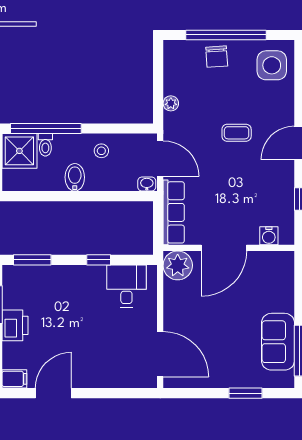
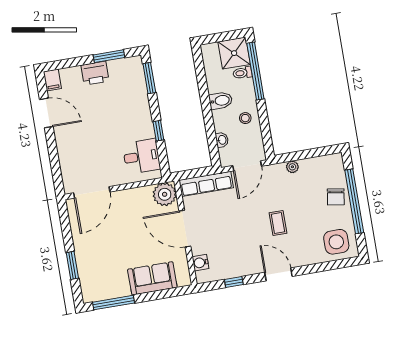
chair: (217, 57) -> (336, 197), turned -77
washbasin: (147, 184) -> (222, 140), moved
sofa: (278, 342) -> (152, 278), moved

